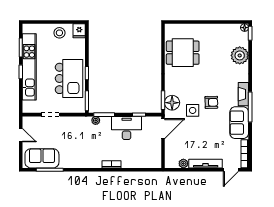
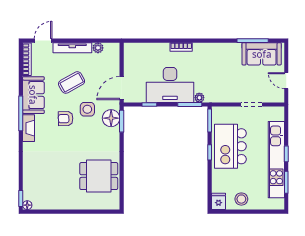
plant: (240, 55) -> (33, 173), removed
desk: (127, 128) -> (170, 85), width x1.36, depth x1.30
coffee table: (206, 134) -> (72, 82), added

